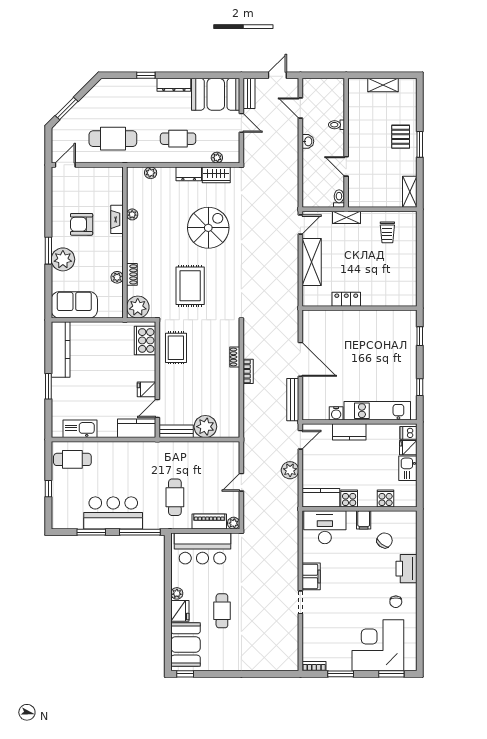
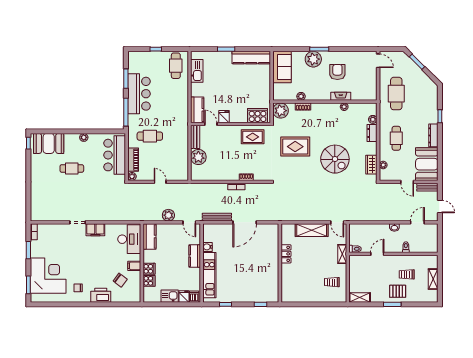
door: (241, 123) -> (407, 182), hinge flipped
trolley: (376, 123) -> (407, 274), added
dresser: (189, 174) -> (372, 133), moved
cooker: (349, 498) -> (149, 269), moved
fridge: (180, 611) -> (72, 140), removed

